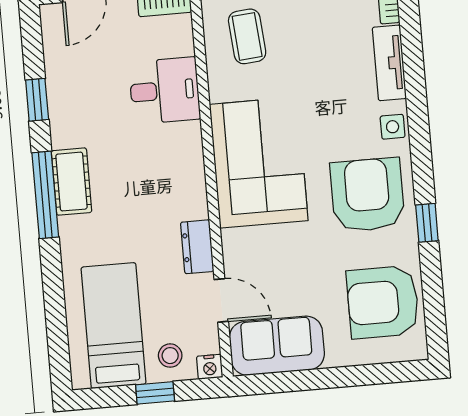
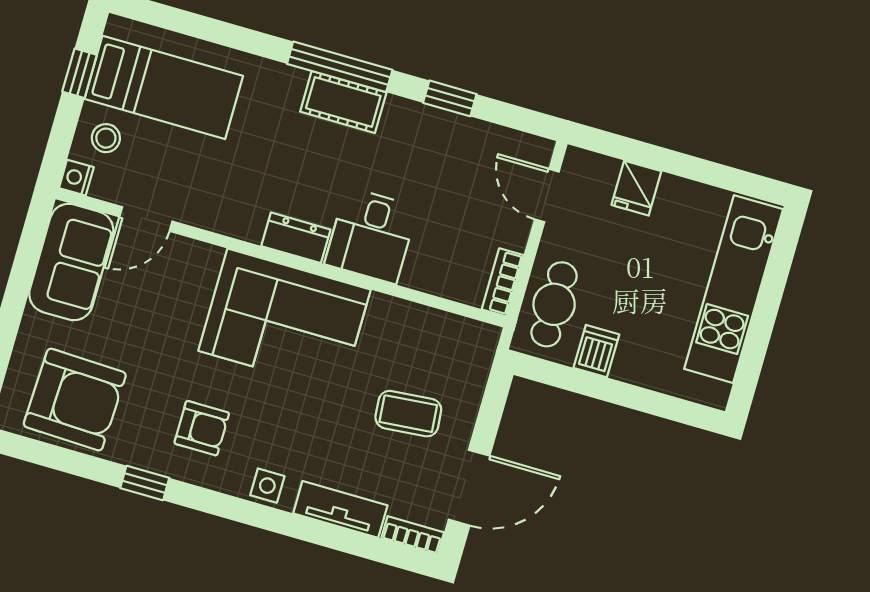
coffee table: (247, 36) -> (408, 414), moved
desk: (165, 91) -> (371, 235), moved
armchair: (367, 195) -> (202, 428), width x0.53, depth x0.53
dresser: (197, 247) -> (296, 238), moved
armchair: (383, 302) -> (75, 400), turned 92
window: (155, 393) -> (80, 73), moved

